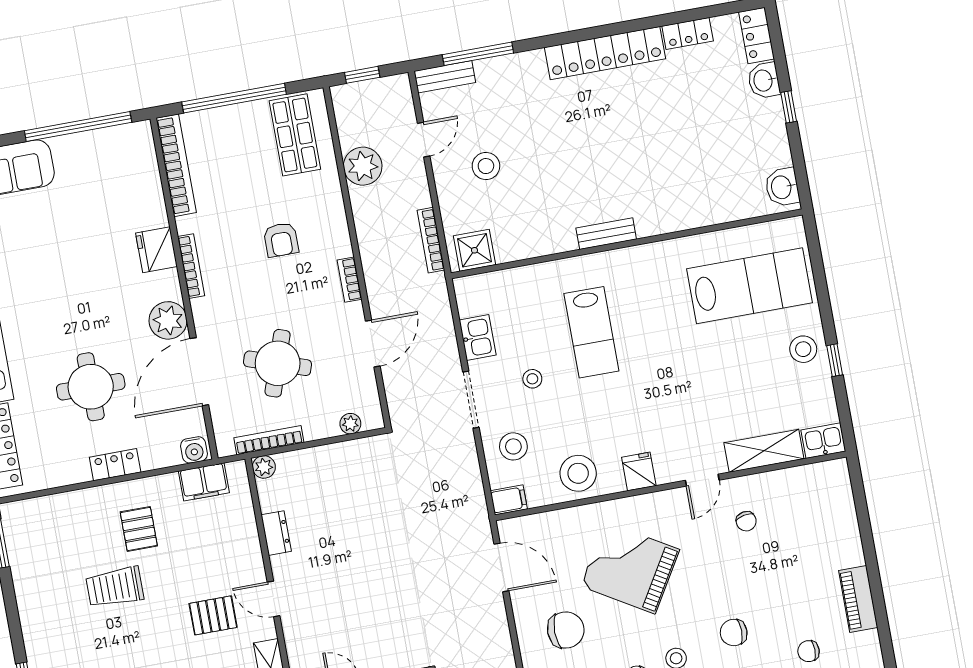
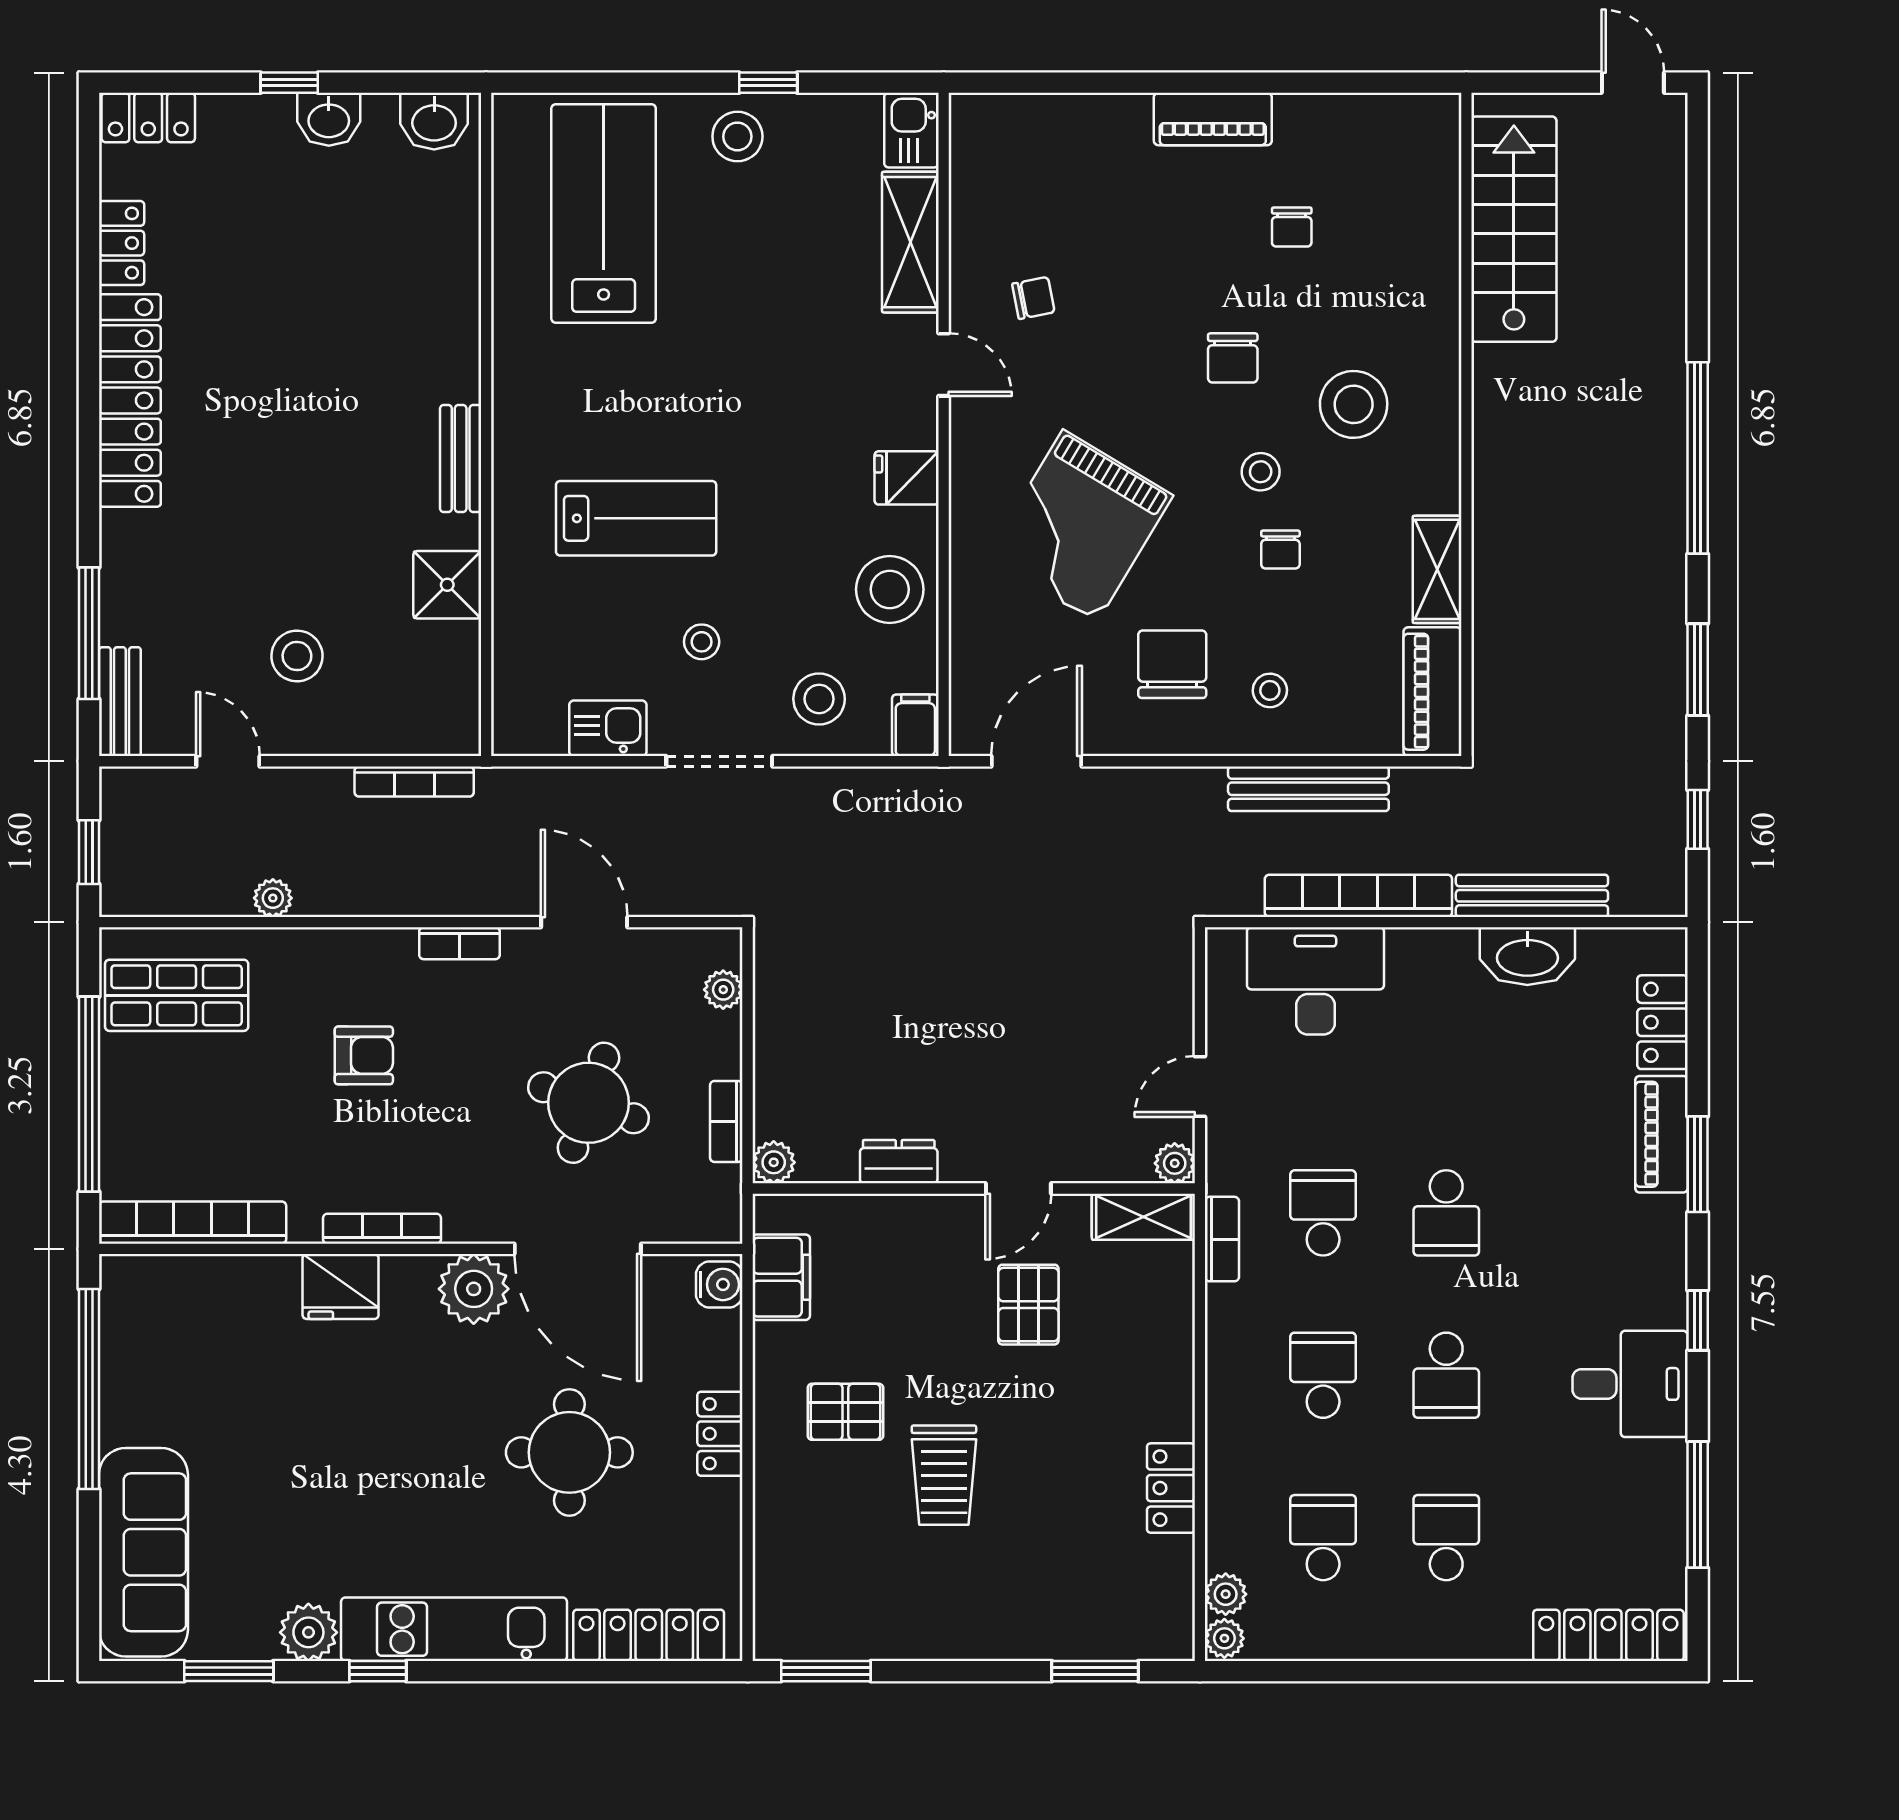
washbasin: (764, 80) -> (329, 119), moved
plant: (363, 166) -> (273, 898), width x0.53, depth x0.53
shower: (474, 250) -> (447, 585), moved
bookcase: (269, 440) -> (726, 1121), width x0.64

